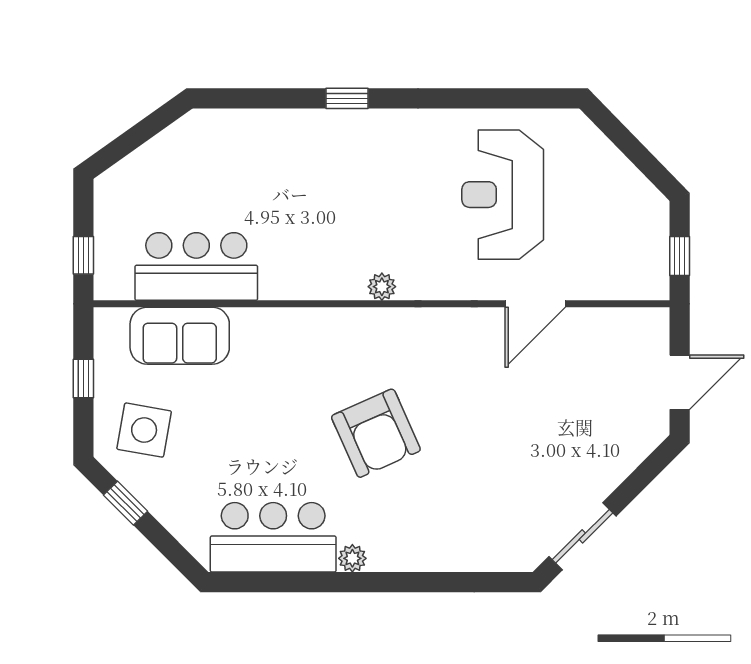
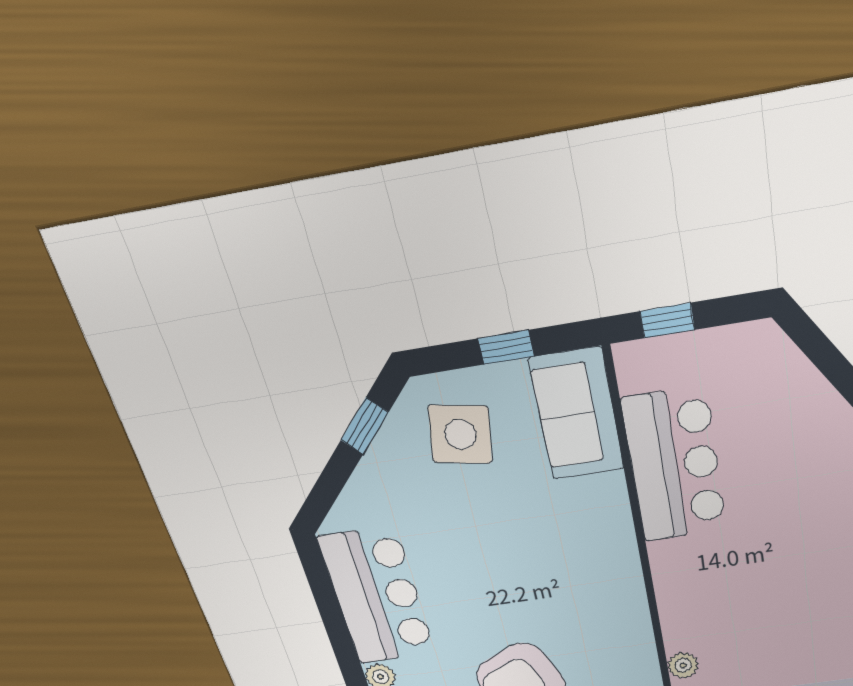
sofa: (180, 336) -> (577, 414), moved

